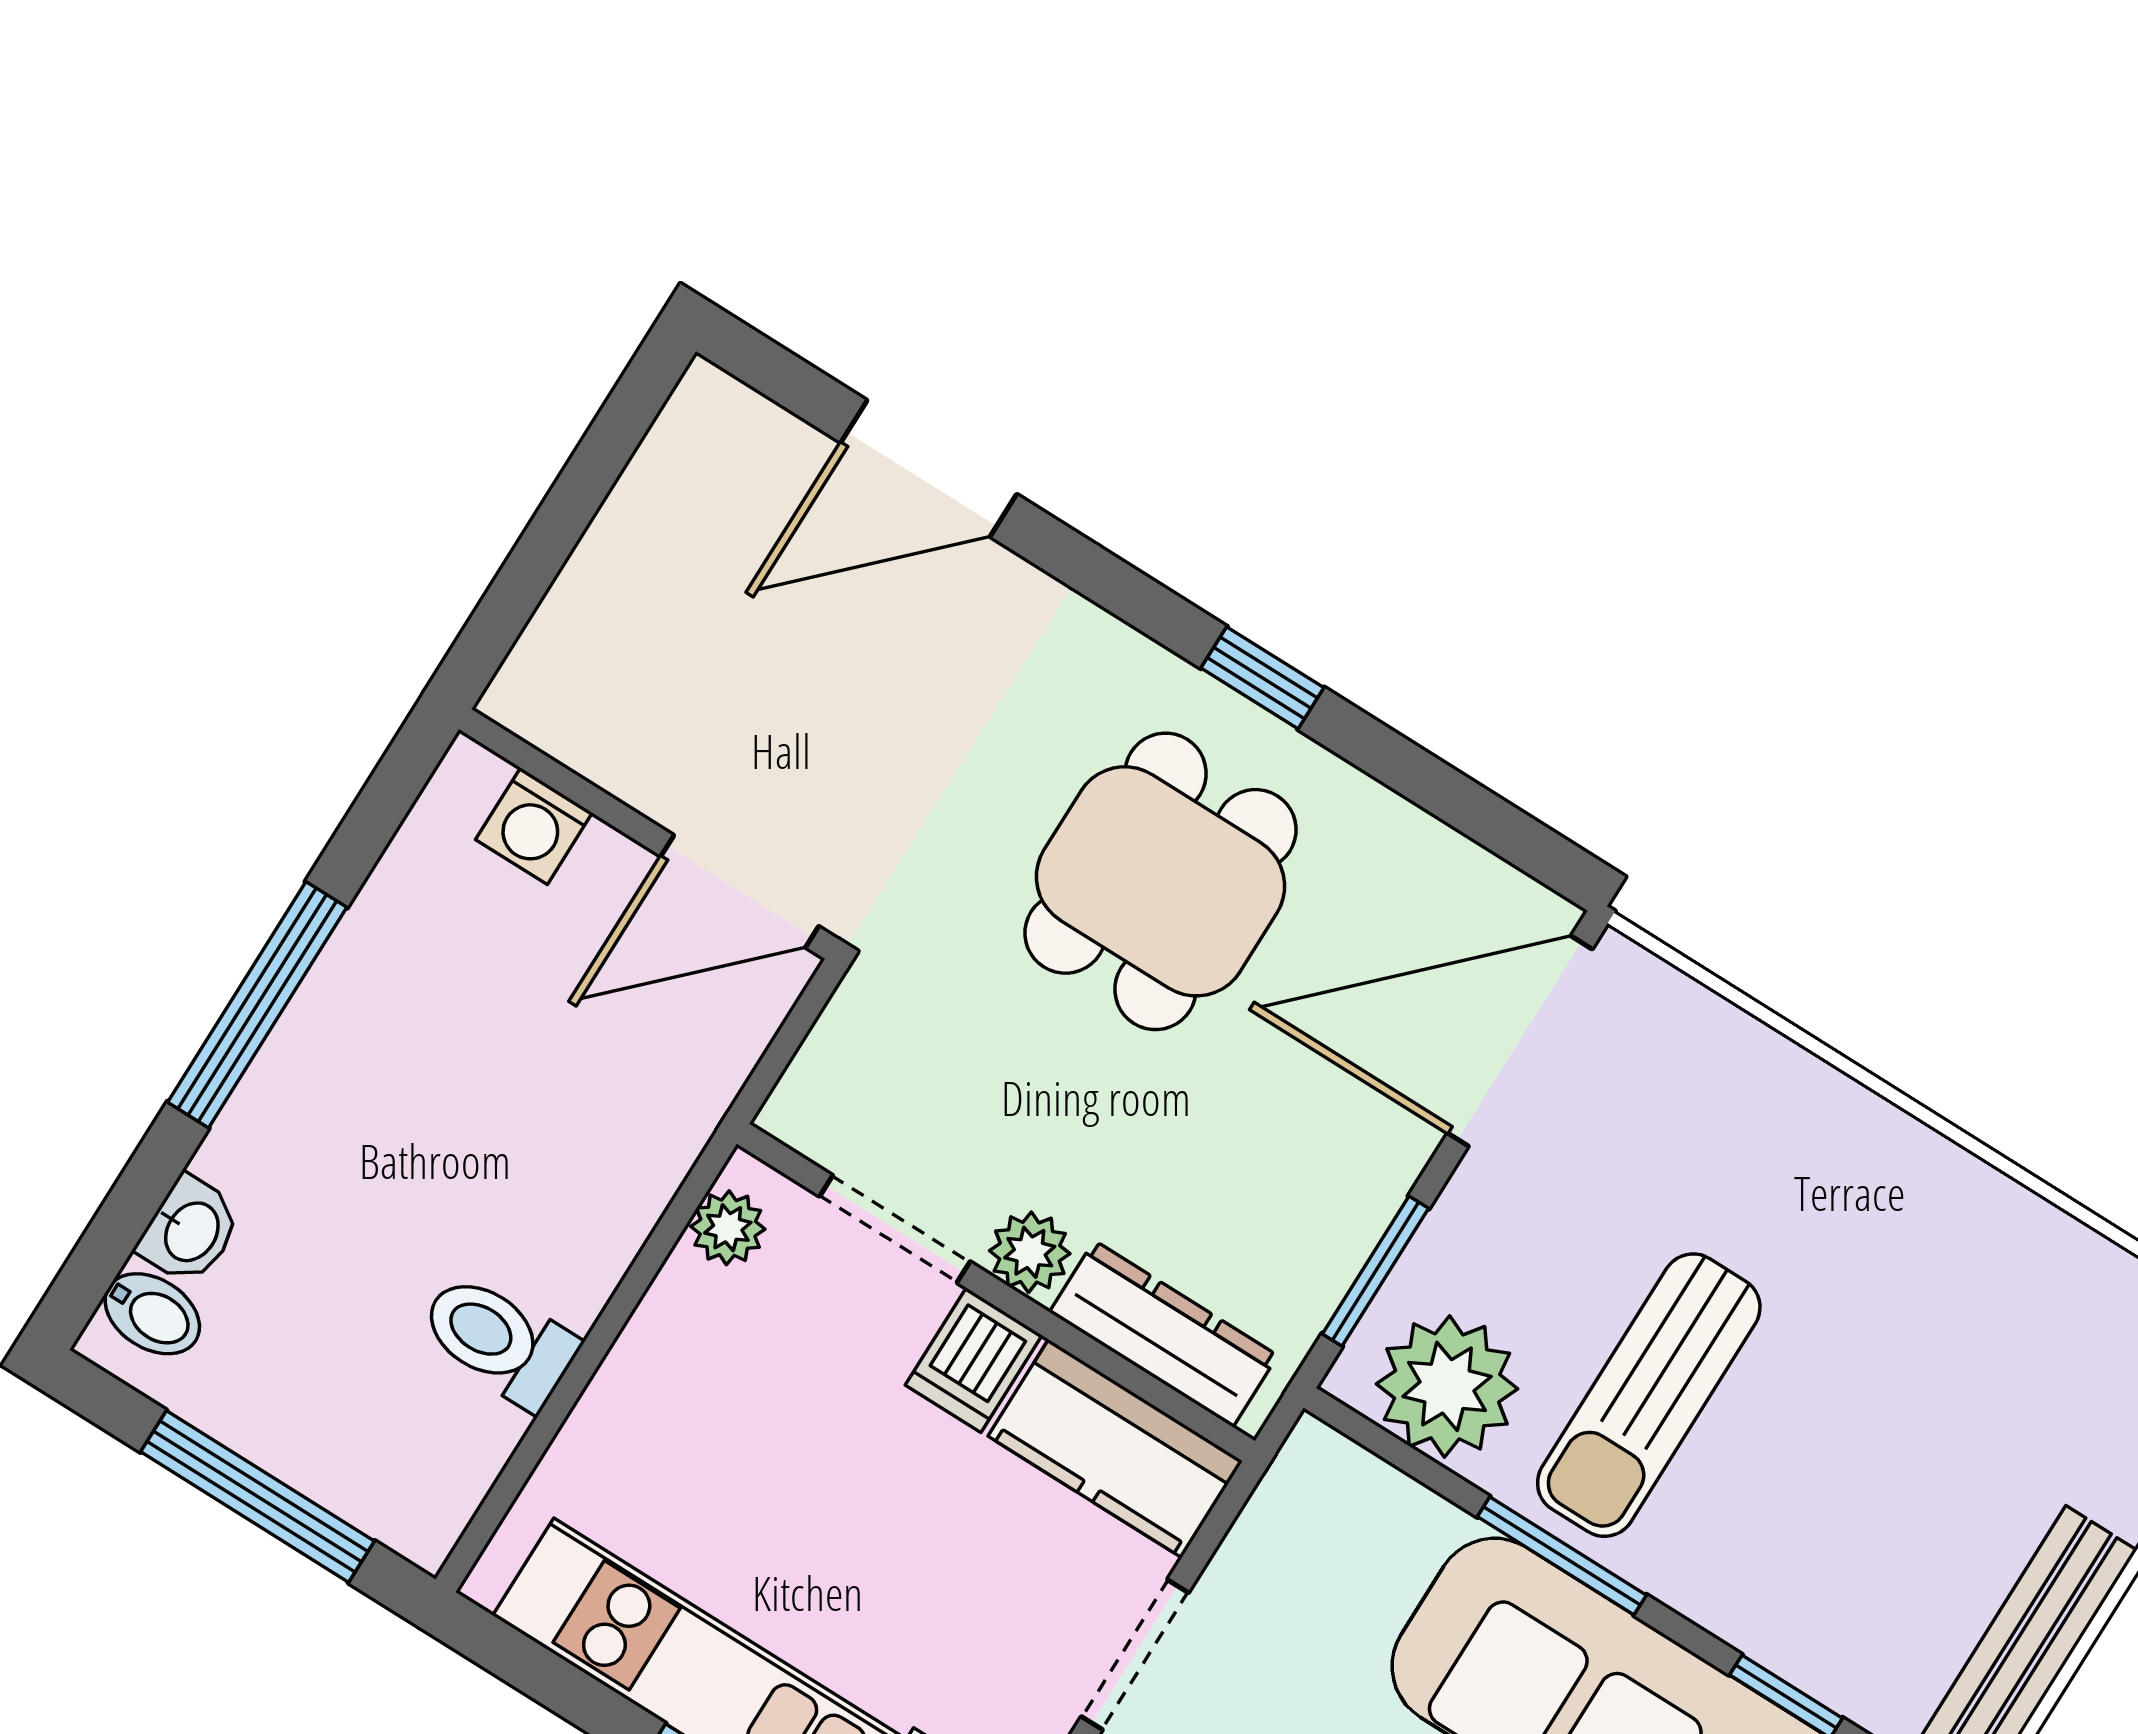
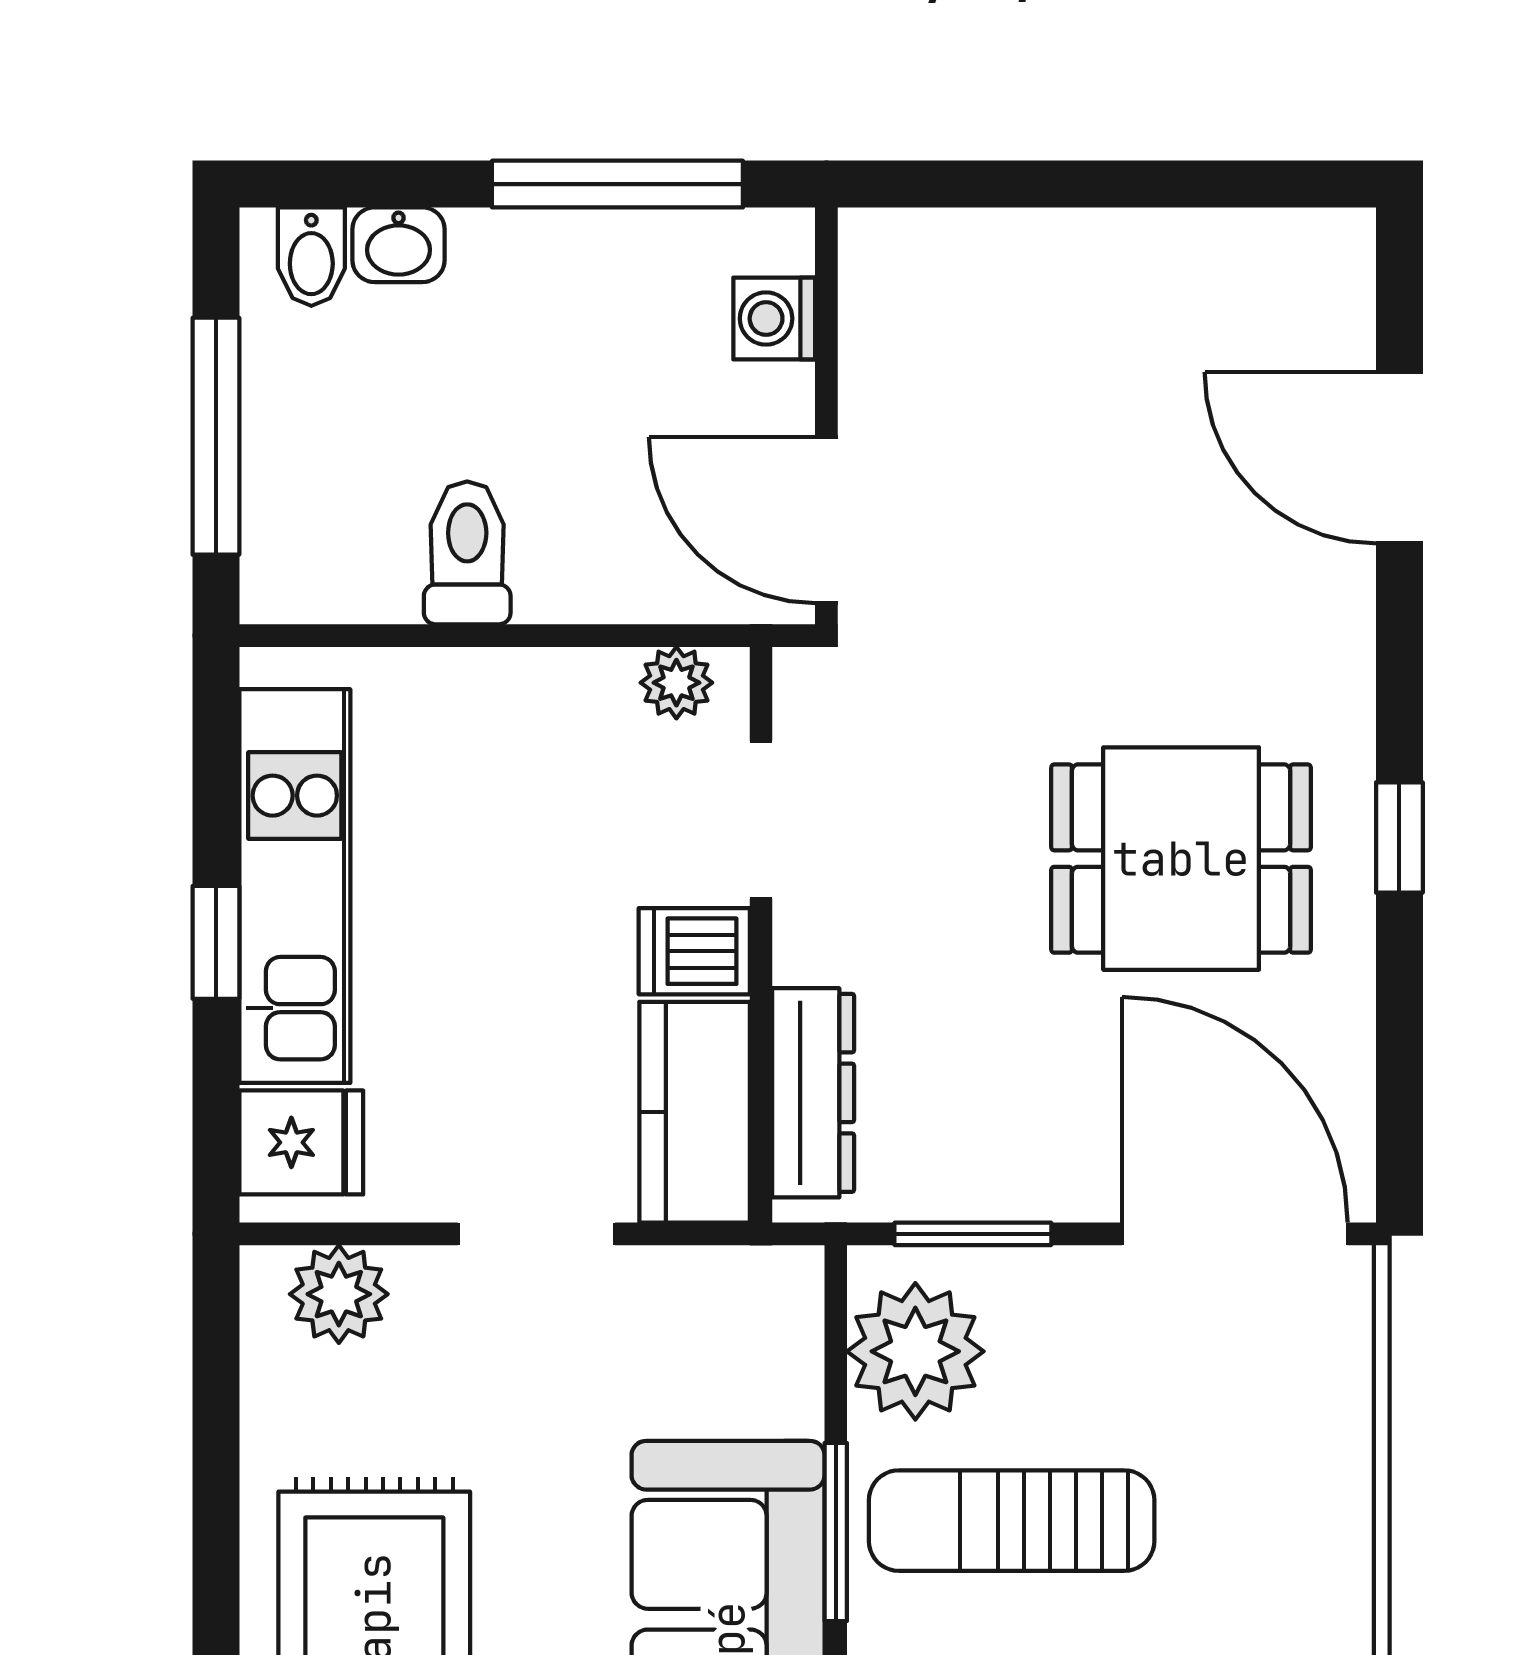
washing machine: (534, 826) -> (774, 319), moved
wall: (648, 834) -> (826, 416), moved
door: (740, 891) -> (826, 520), moved
plant: (1030, 1252) -> (811, 942), removed

